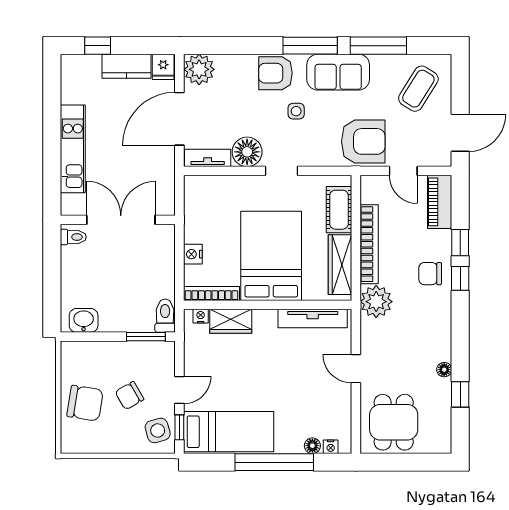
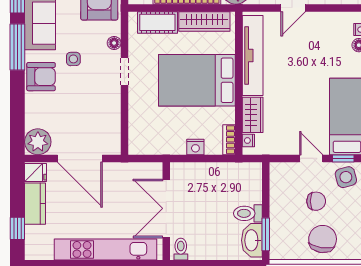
armchair: (275, 73) -> (41, 77), turned -90
kitchen unit: (73, 149) -> (106, 249), width x1.36
floor lamp: (247, 152) -> (114, 43), moved, width x0.53, depth x0.53
tv unit: (208, 158) -> (113, 135), removed
bookcase: (211, 293) -> (229, 140), width x0.64
toilet: (165, 316) -> (248, 213), moved
tv unit: (313, 318) -> (253, 55), width x1.36, depth x1.29
washbasin: (84, 320) -> (252, 240), width x1.38
window: (146, 337) -> (266, 234), moved
chair: (129, 396) -> (316, 201), turned -60

